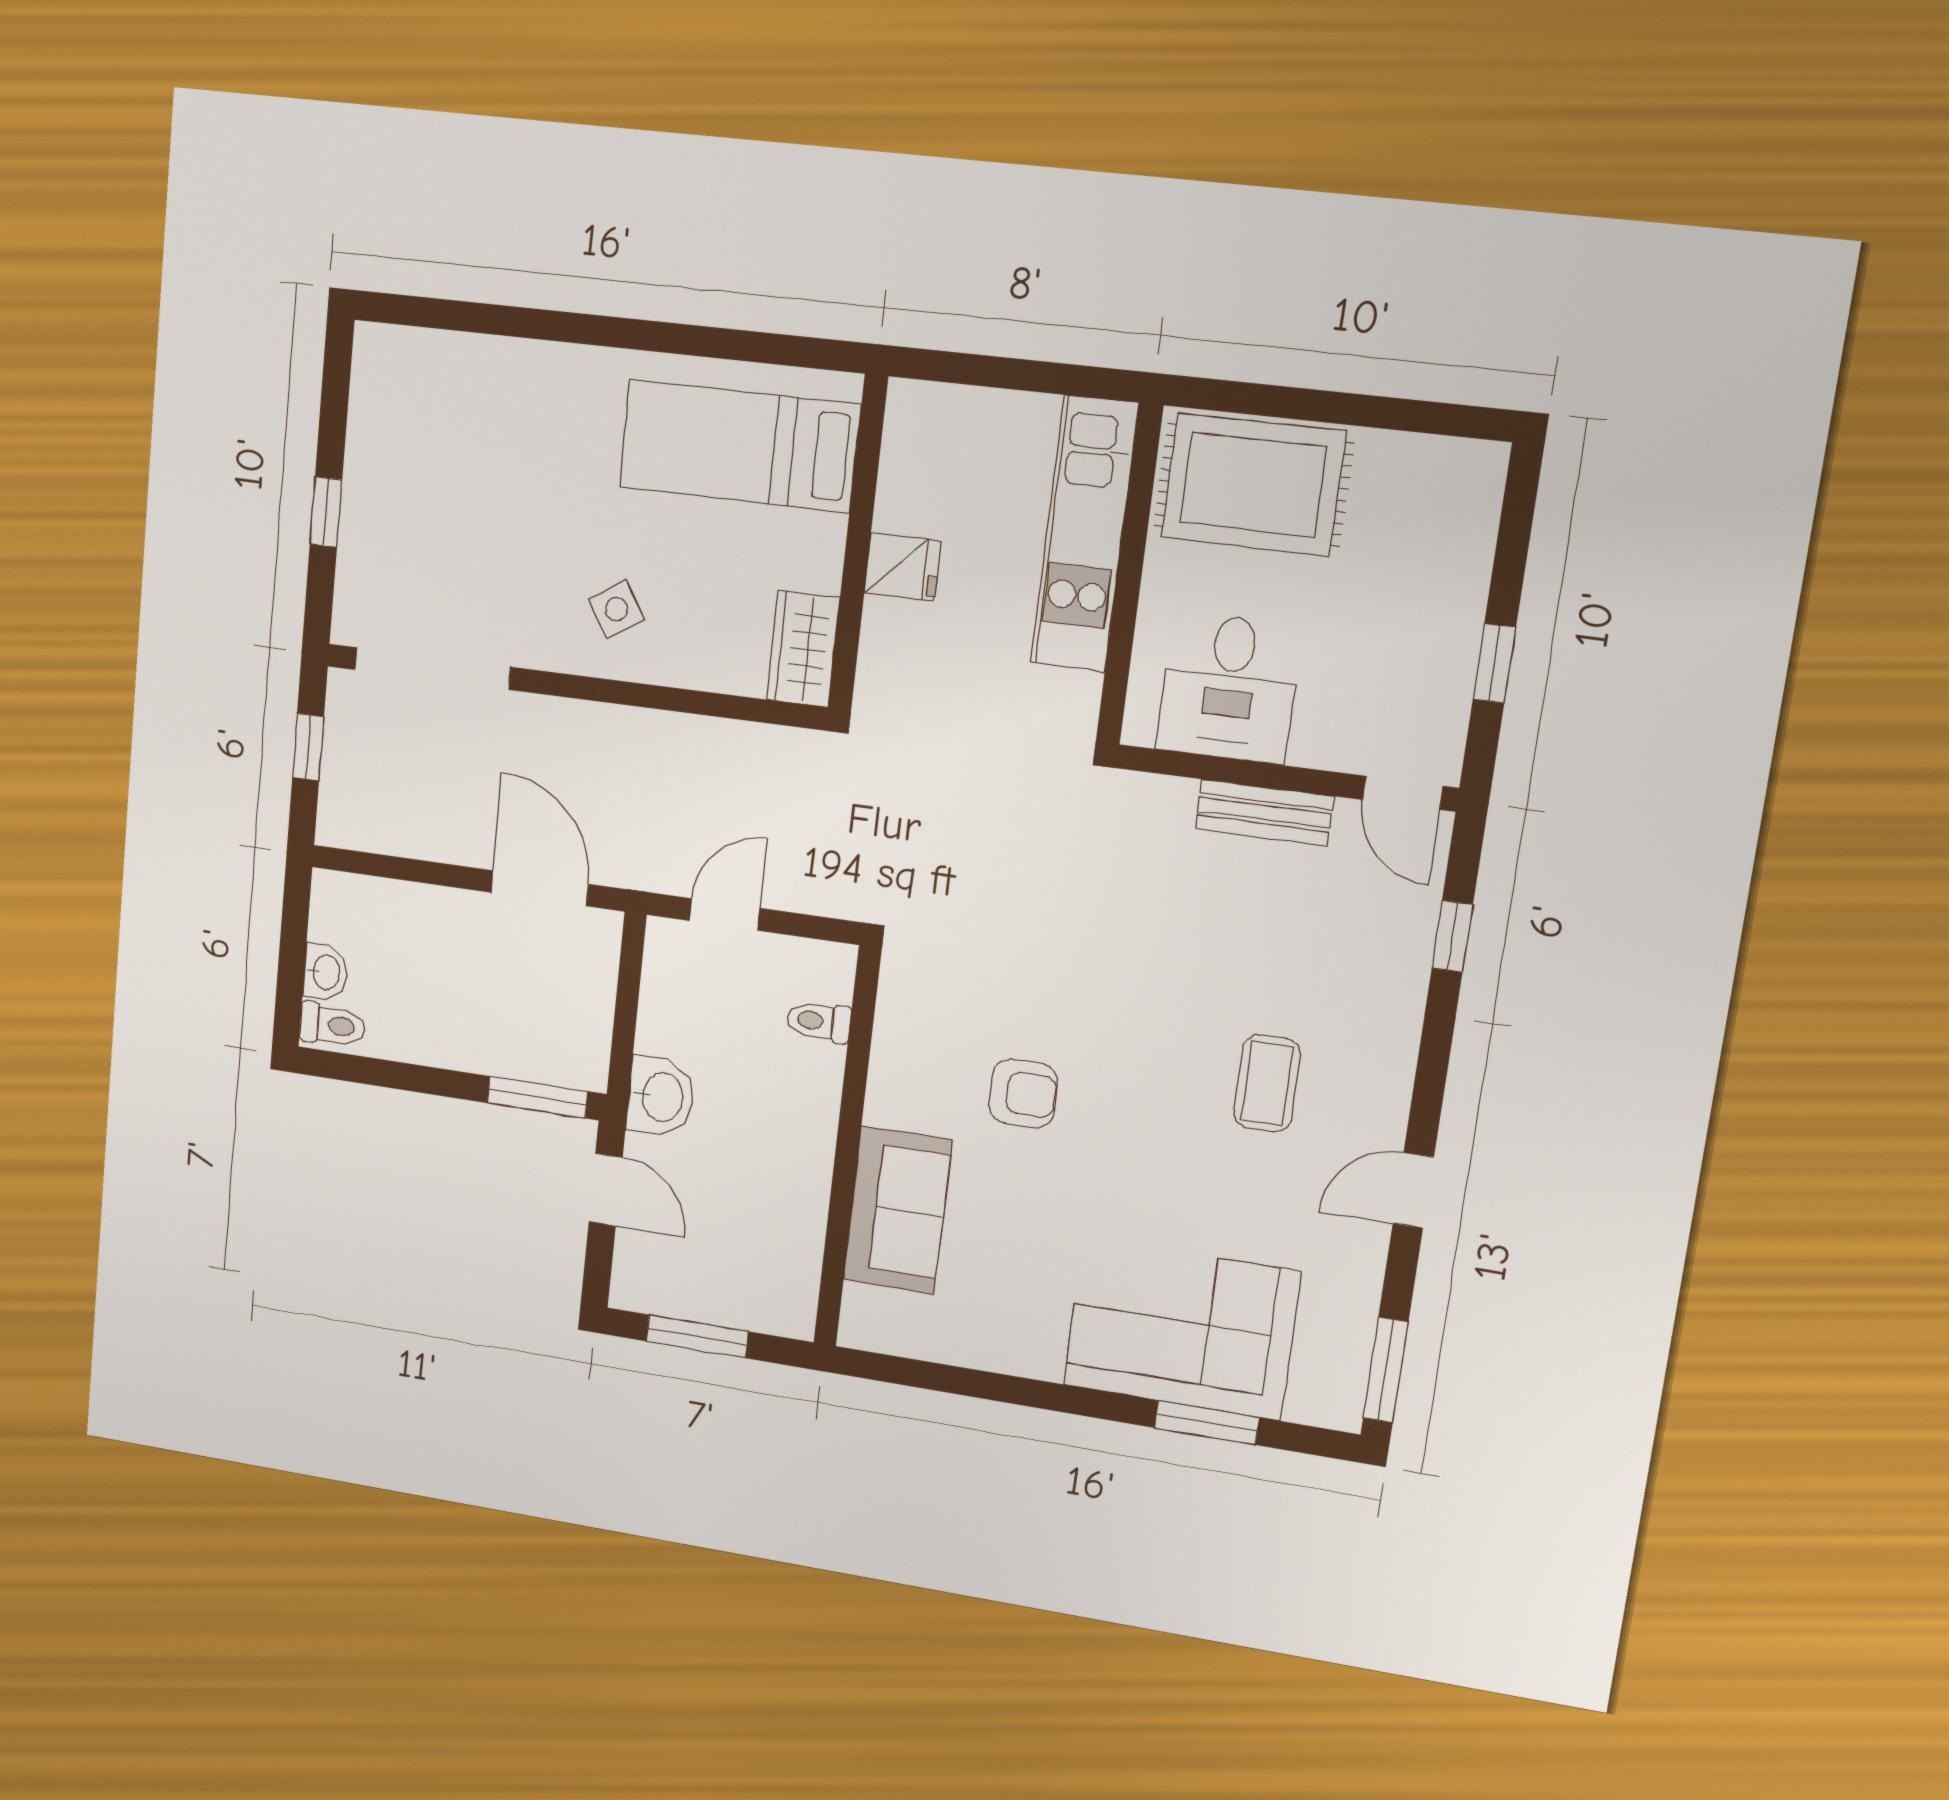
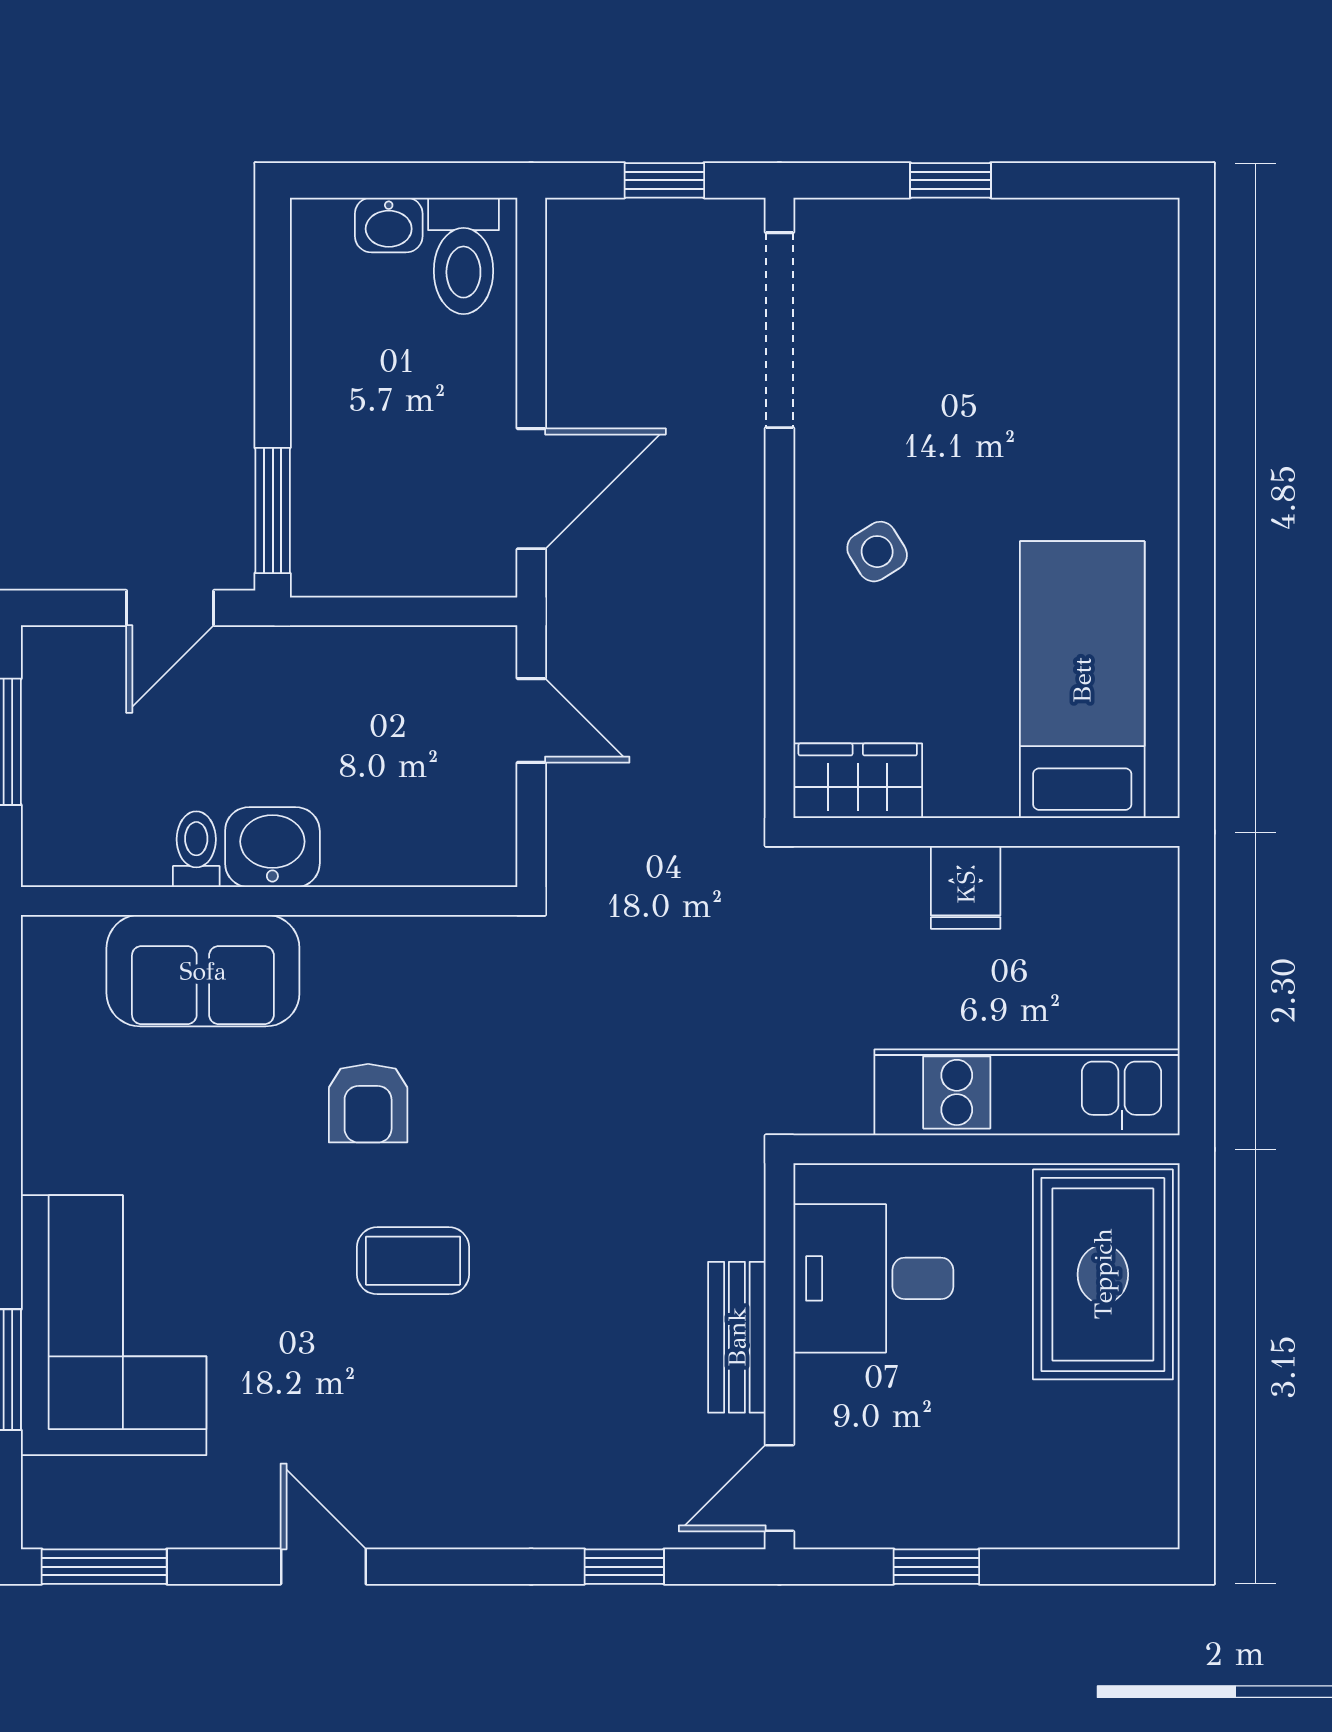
toilet: (819, 1021) -> (196, 849), moved
toilet: (332, 1025) -> (463, 256), moved, width x1.37, depth x1.39
coffee table: (1267, 1083) -> (413, 1261), moved
washbasin: (661, 1097) -> (272, 847), moved, turned 180

